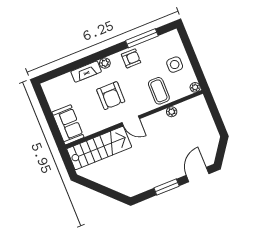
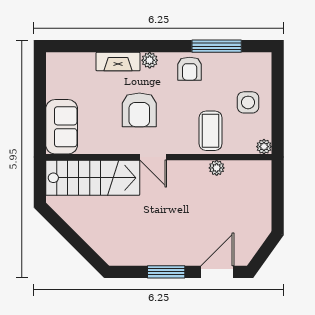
armchair: (131, 58) -> (190, 69), turned 90

